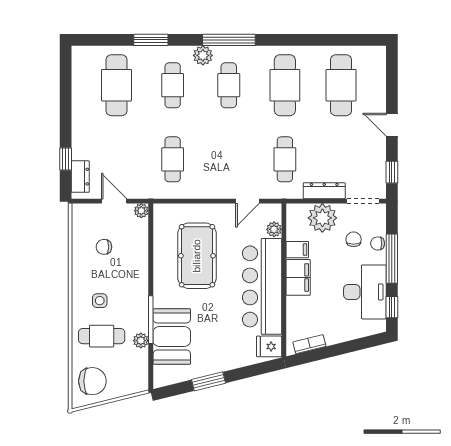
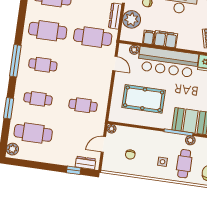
plant: (203, 55) -> (12, 149), moved
cafe table: (285, 159) -> (93, 37), width x1.37, depth x1.35

